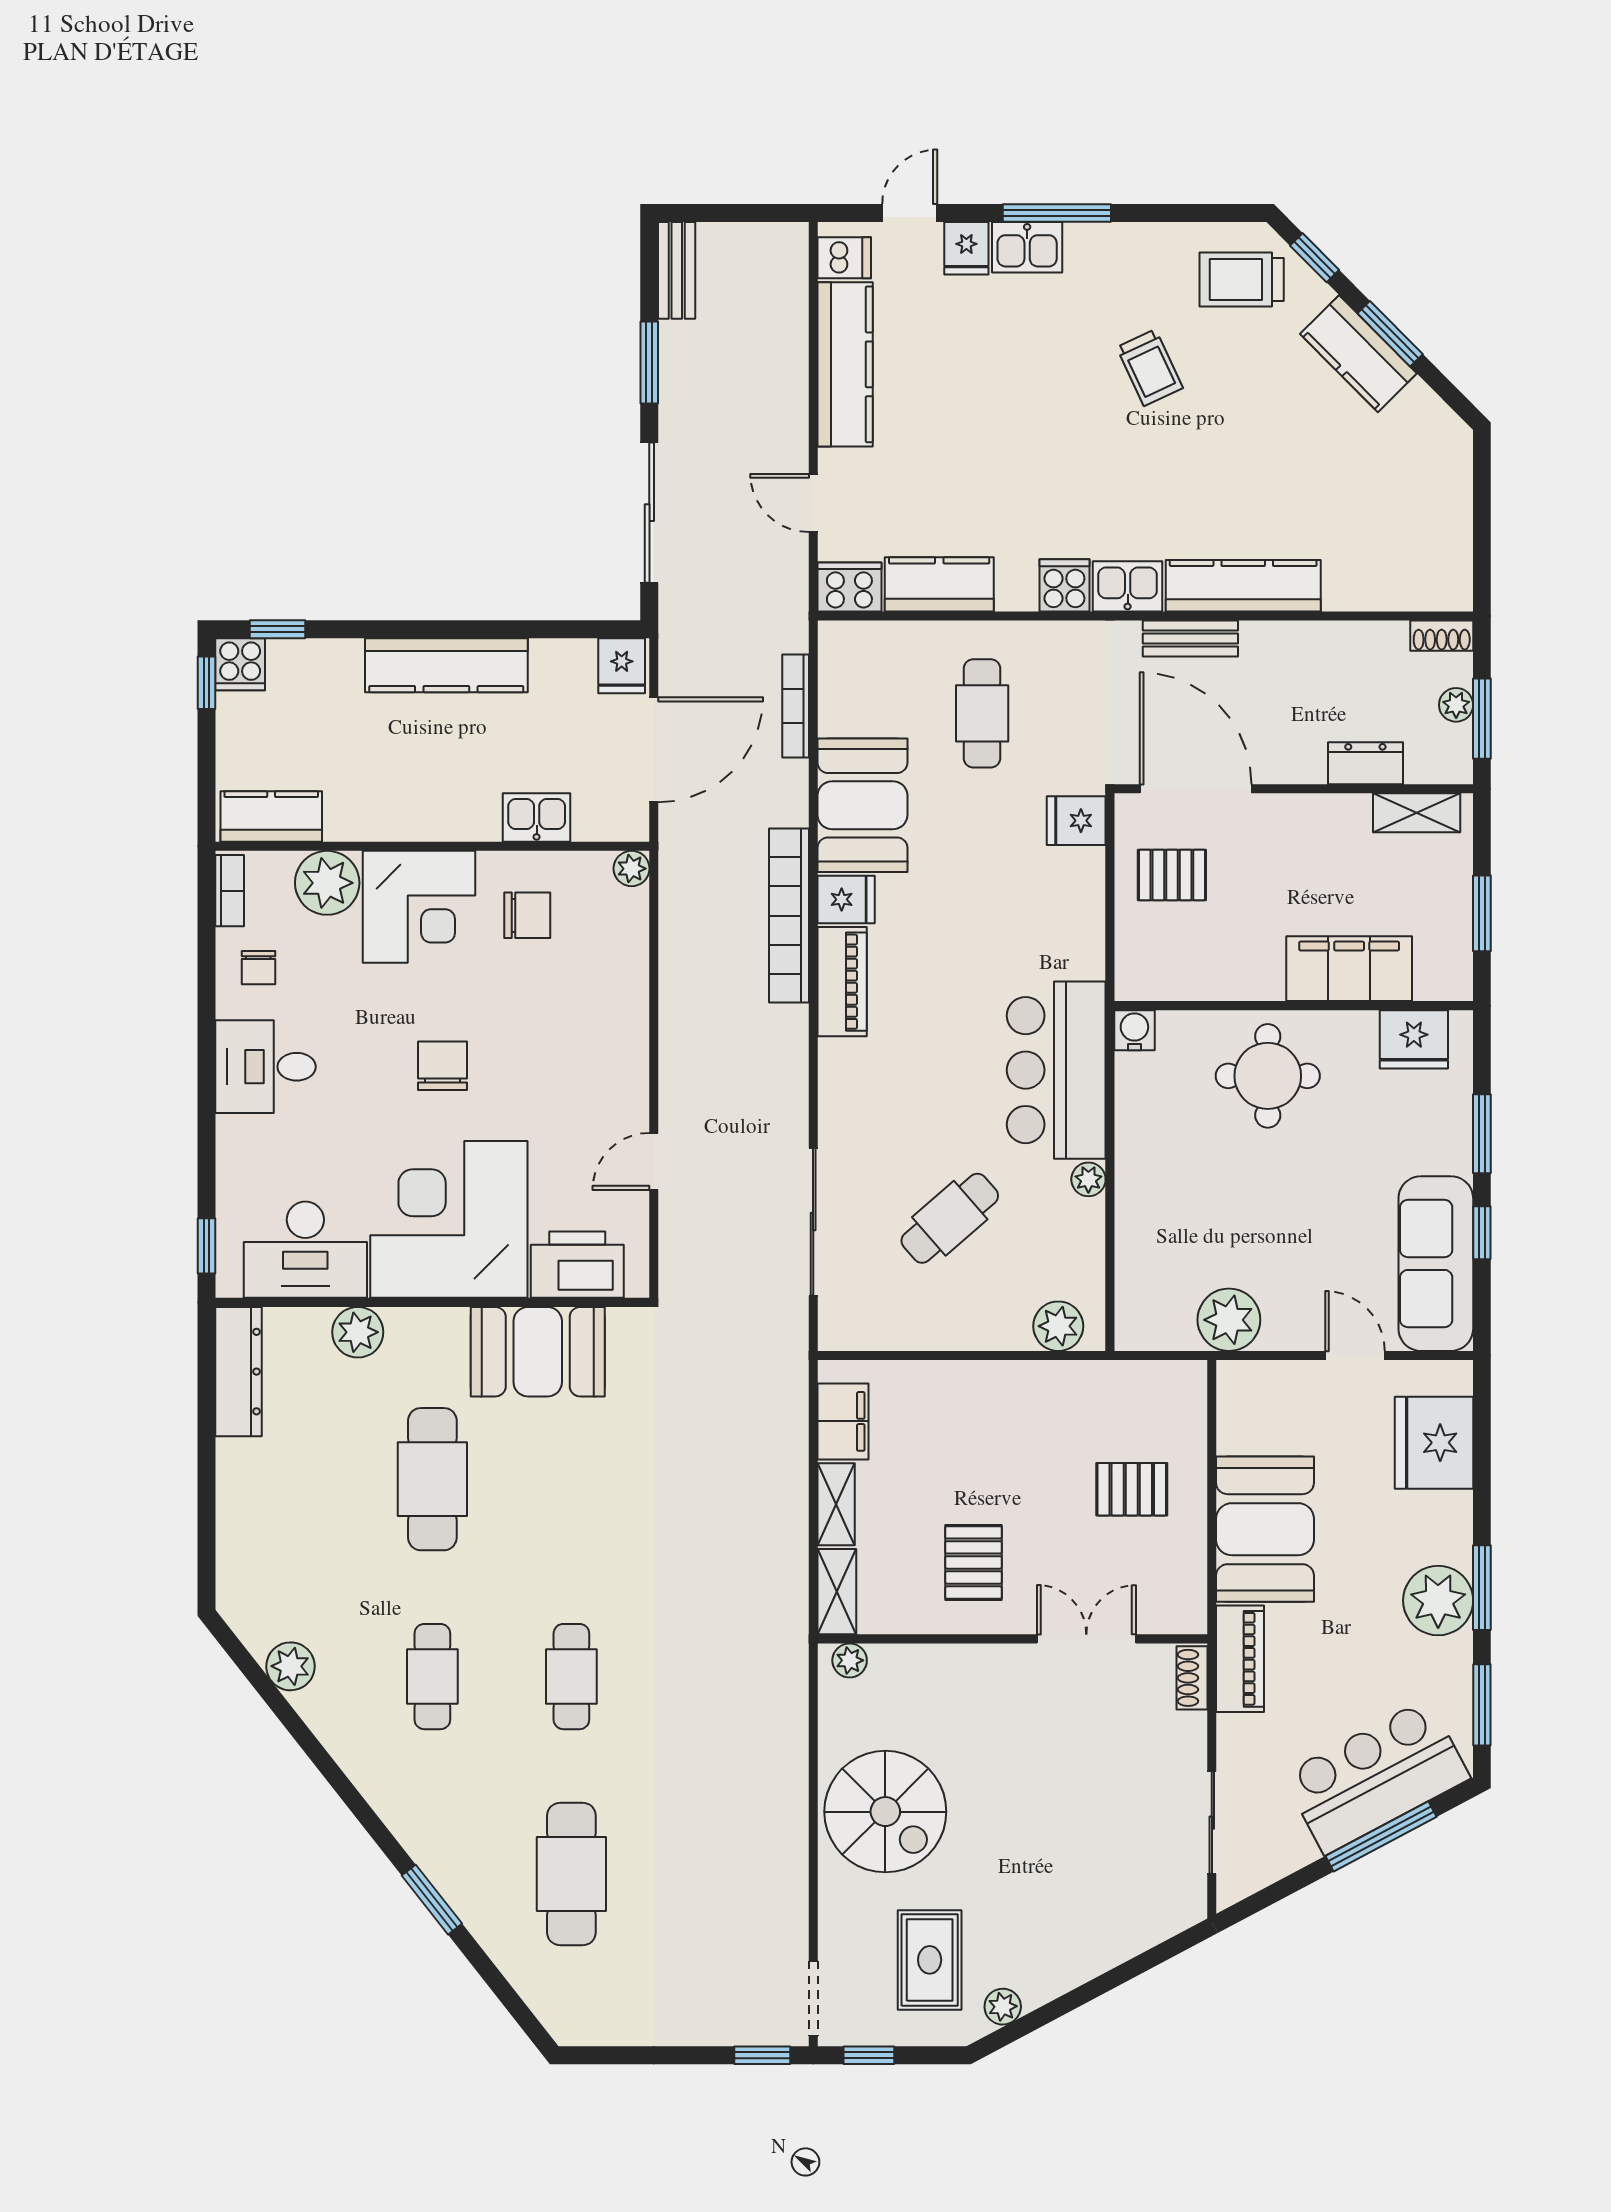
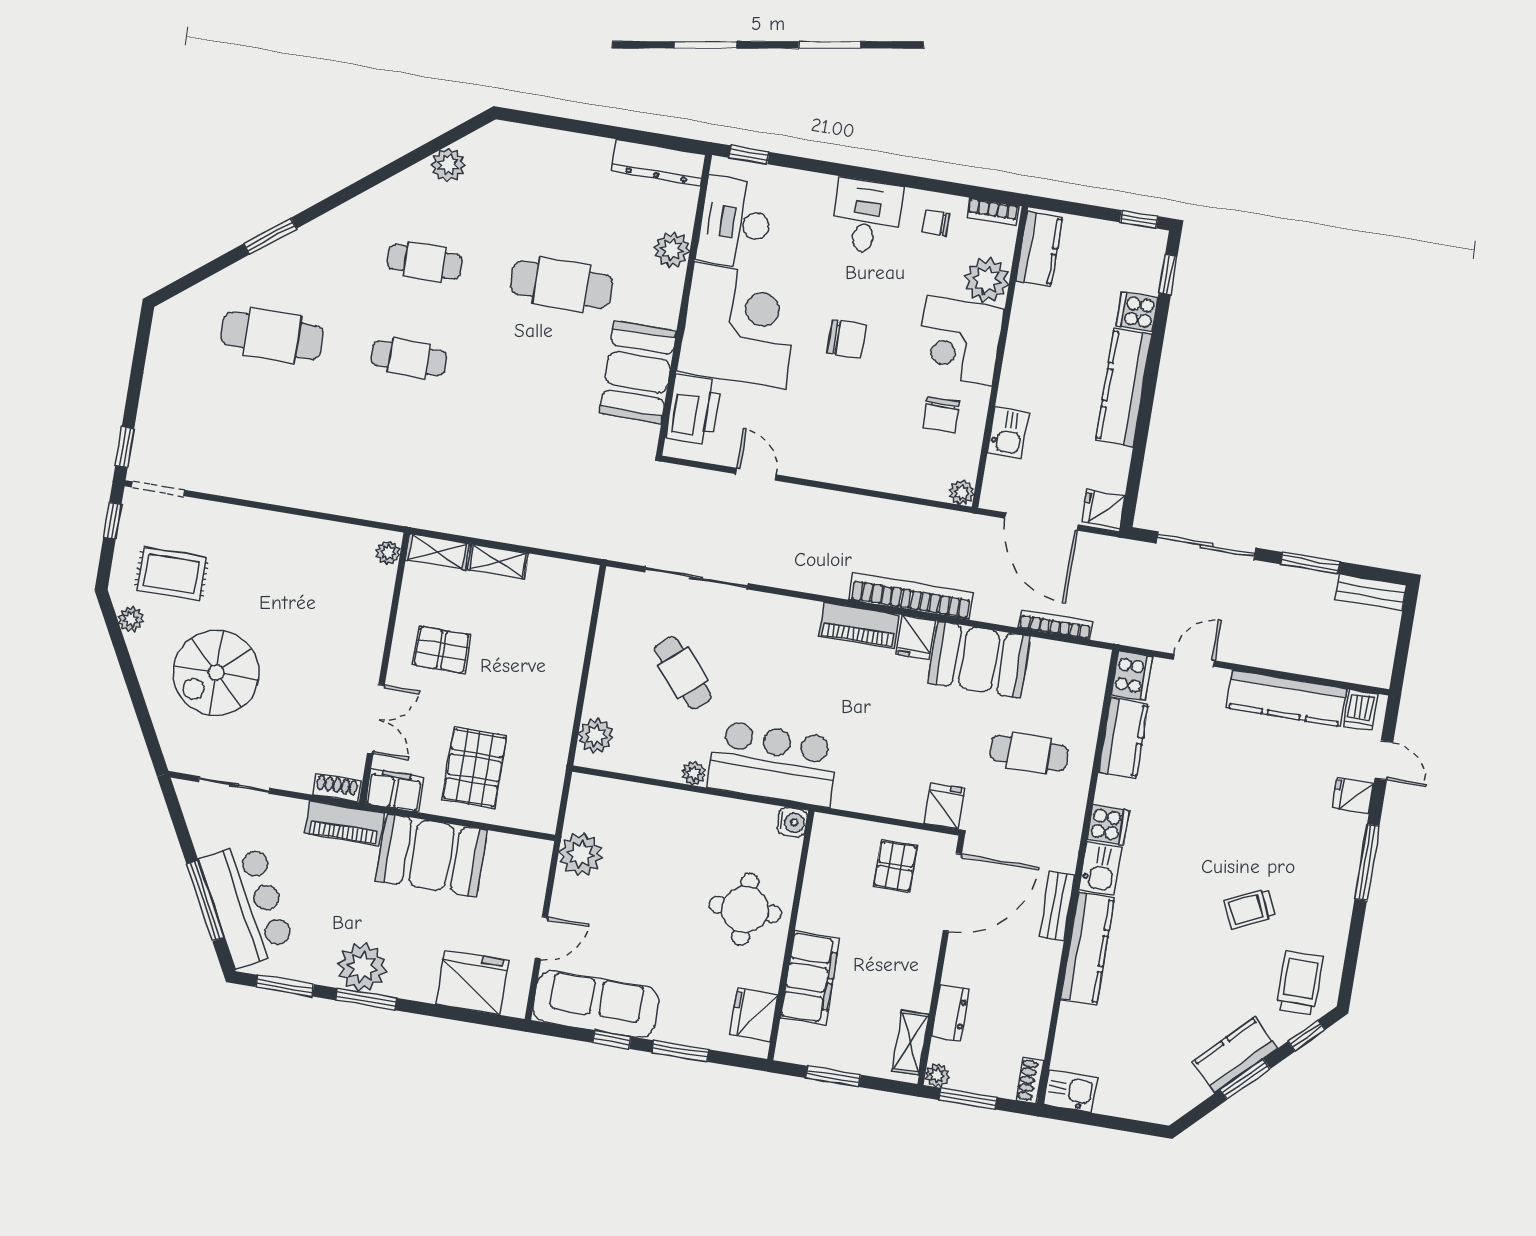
kitchen sink: (1027, 247) -> (1070, 1091), moved, turned 90
cooker: (240, 664) -> (1137, 312), moved
plant: (1456, 705) -> (937, 1075), moved
filing cabinet: (843, 1421) -> (394, 790), moved, turned 180
pallet: (1132, 1489) -> (474, 768), width x1.50, depth x1.42
spiral stairs: (885, 1812) -> (216, 673), moved

